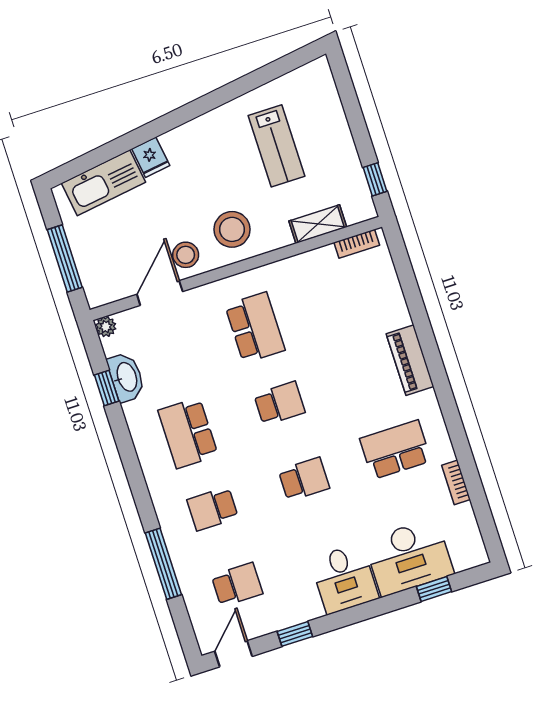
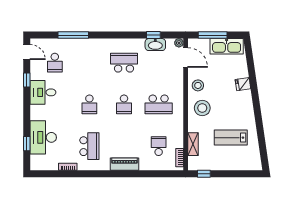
kitchen sink: (104, 183) -> (227, 46), moved, turned -82
door: (160, 293) -> (186, 58), moved
school desk: (213, 509) -> (159, 146), moved
desk: (344, 579) -> (43, 92), moved

